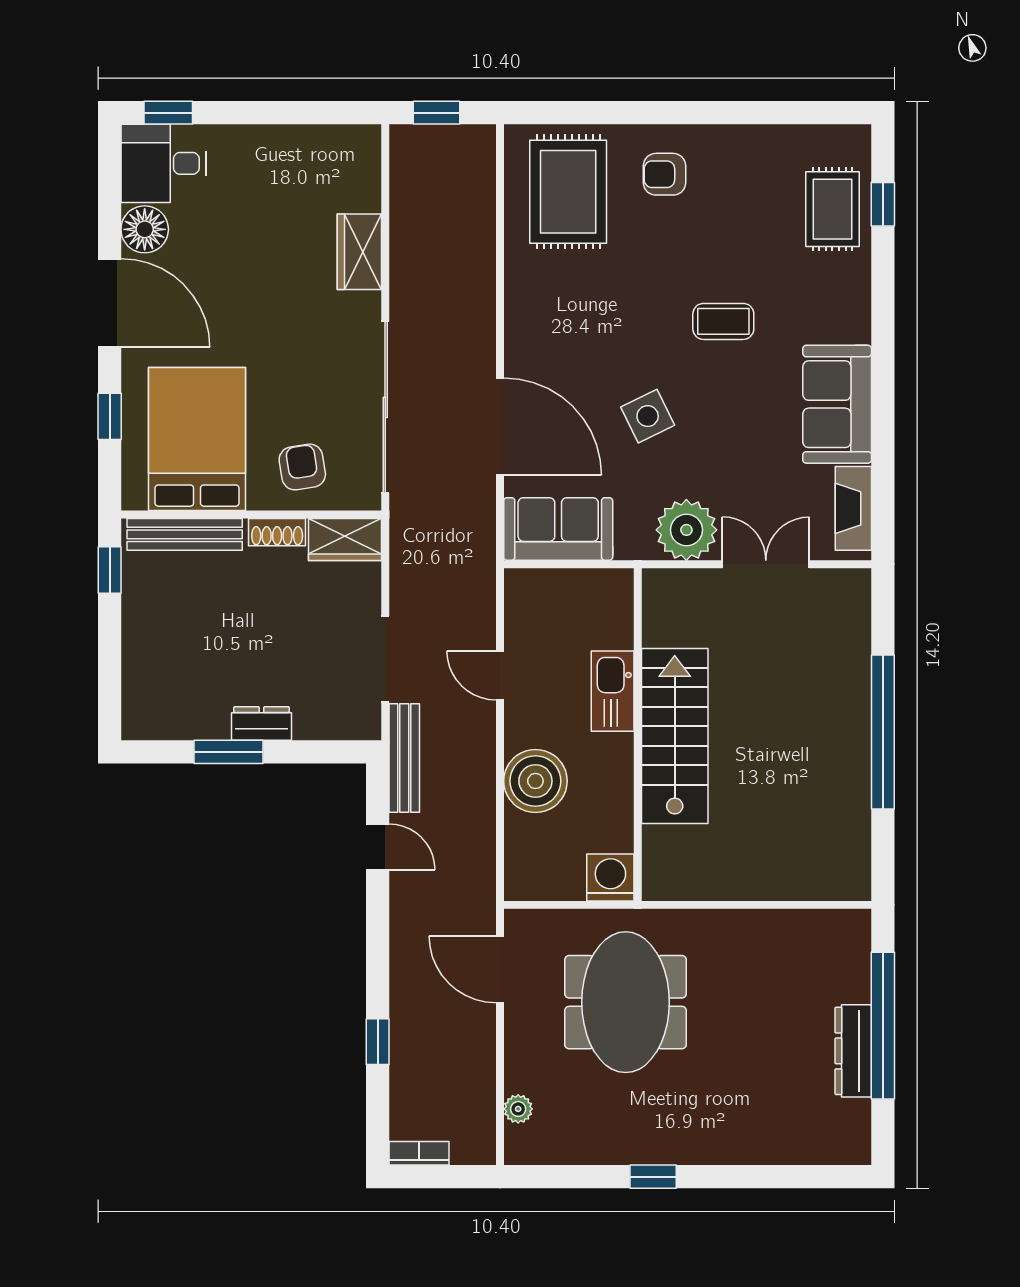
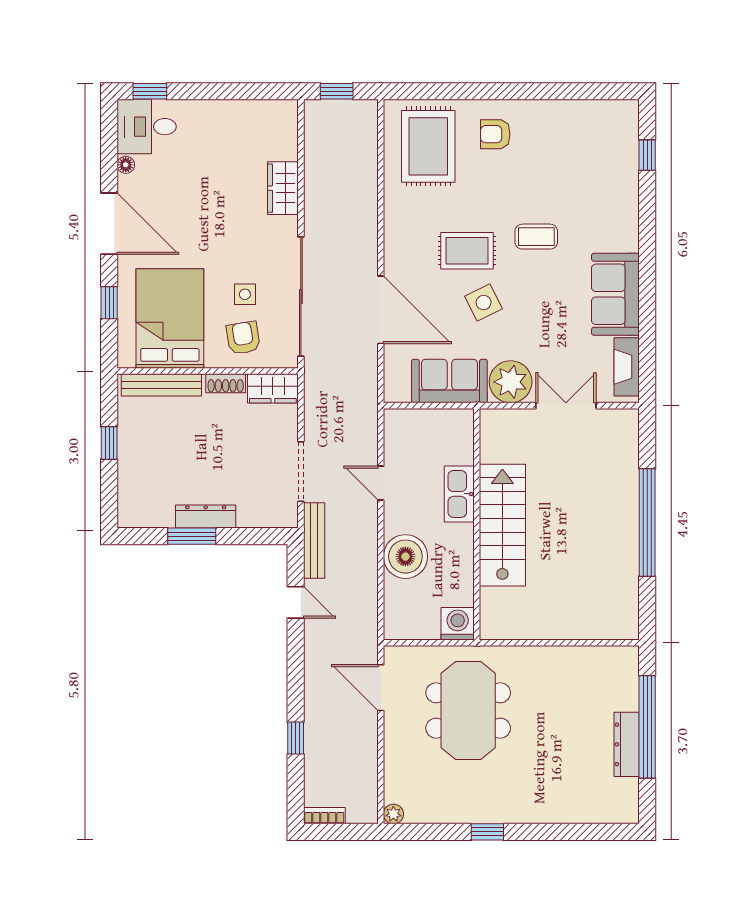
rug: (832, 209) -> (467, 251), moved, turned 90
floor lamp: (145, 229) -> (126, 165), width x0.53, depth x0.53
side table: (305, 404) -> (245, 294), added
sofa: (558, 529) -> (449, 381), moved
window: (110, 570) -> (109, 443), moved
dresser: (262, 723) -> (206, 516), width x1.44
plant: (518, 1109) -> (393, 814), moved

